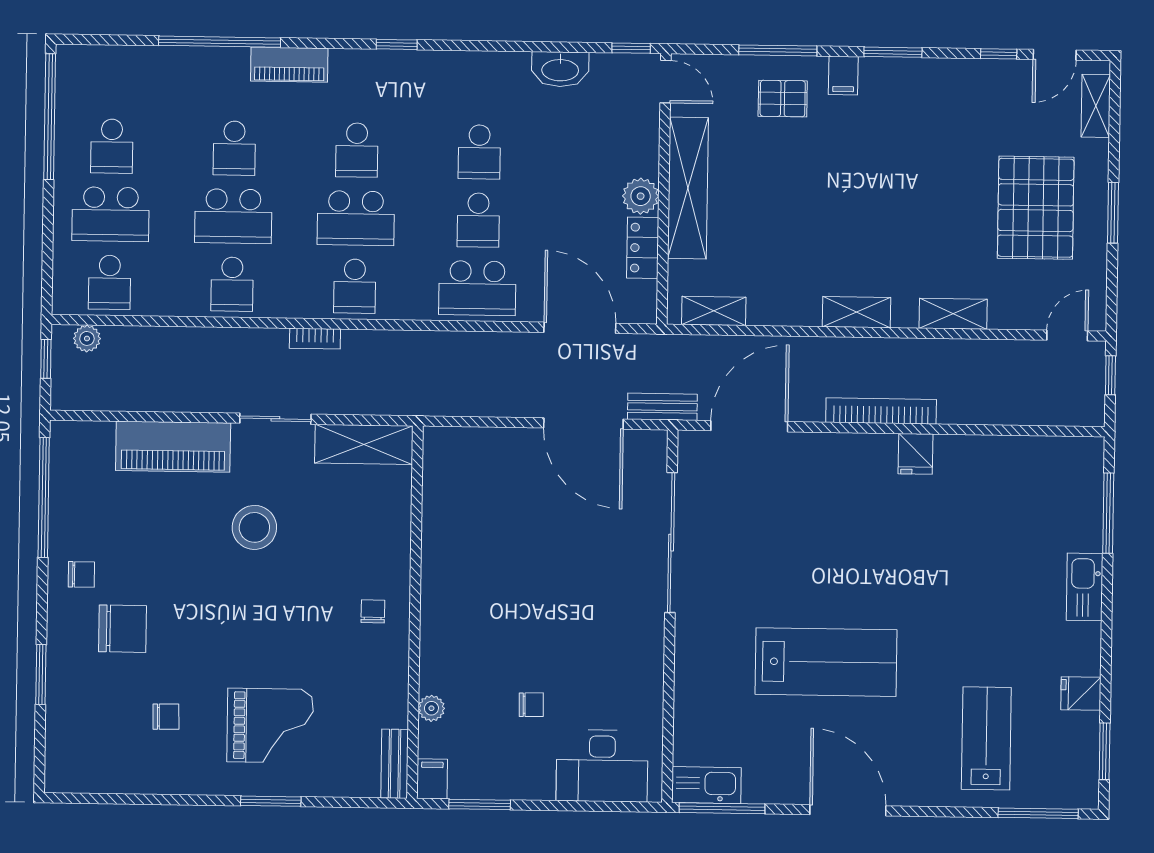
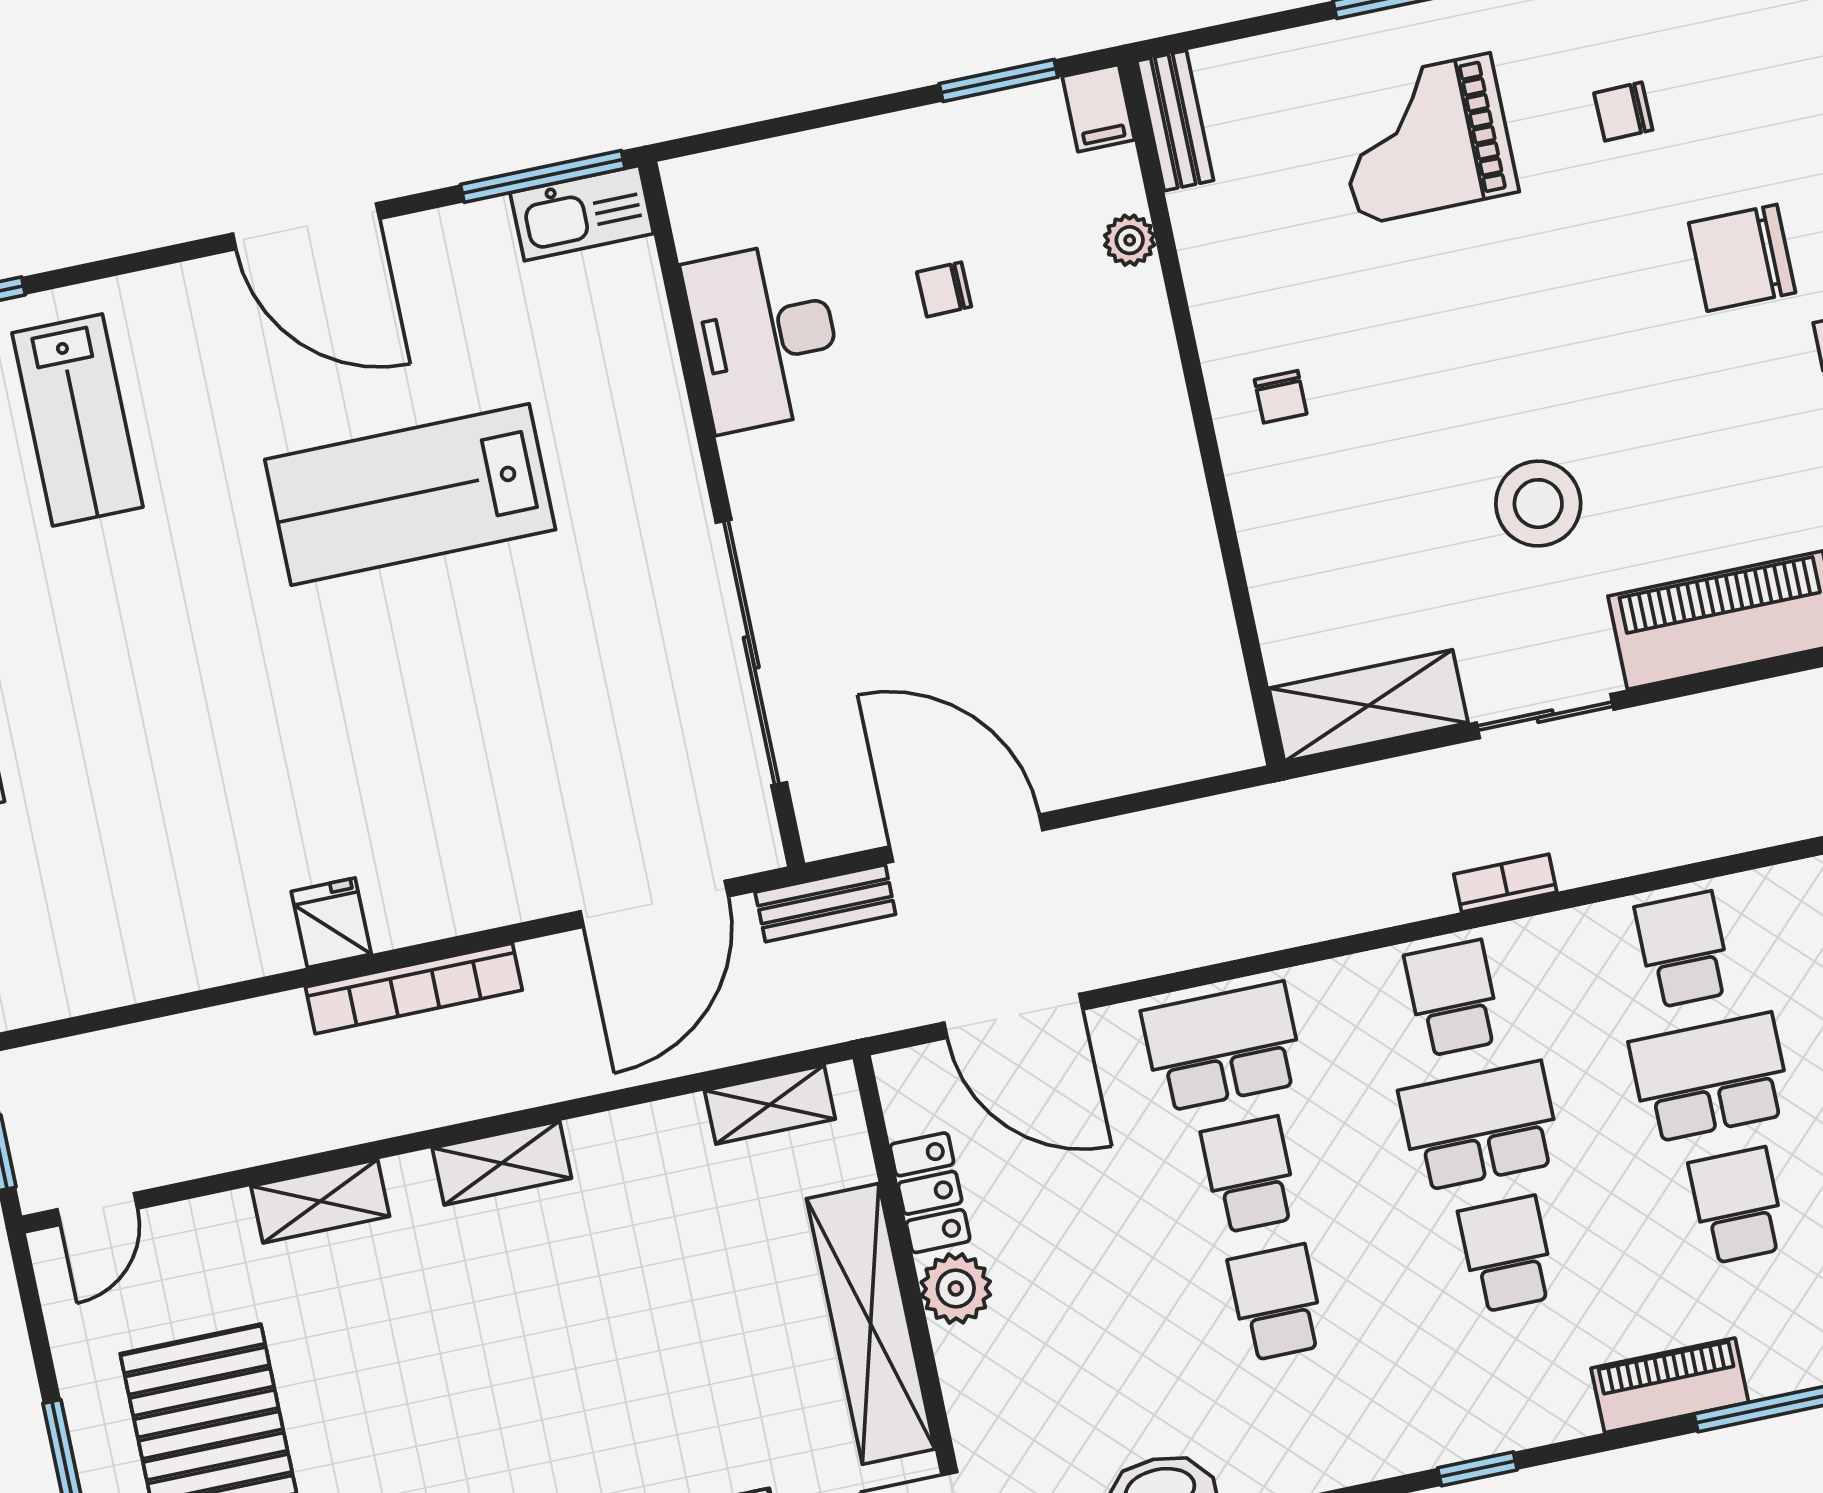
desk: (602, 766) -> (764, 336), moved, turned -90

